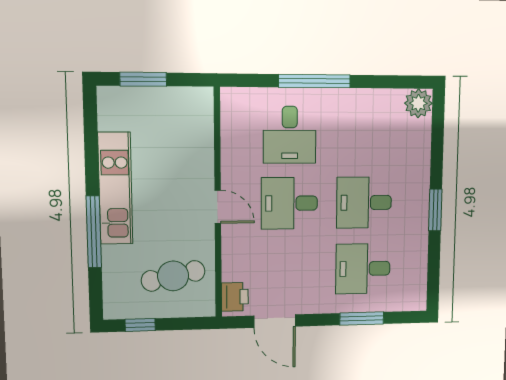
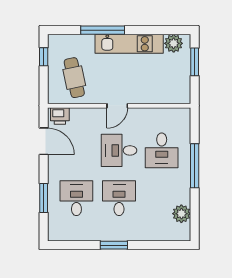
plant: (418, 103) -> (181, 214), moved
plant: (113, 114) -> (174, 43), added
desk: (290, 135) -> (162, 150), turned -90
desk: (289, 203) -> (119, 150), turned -90
door: (275, 321) -> (44, 141), swing flipped

